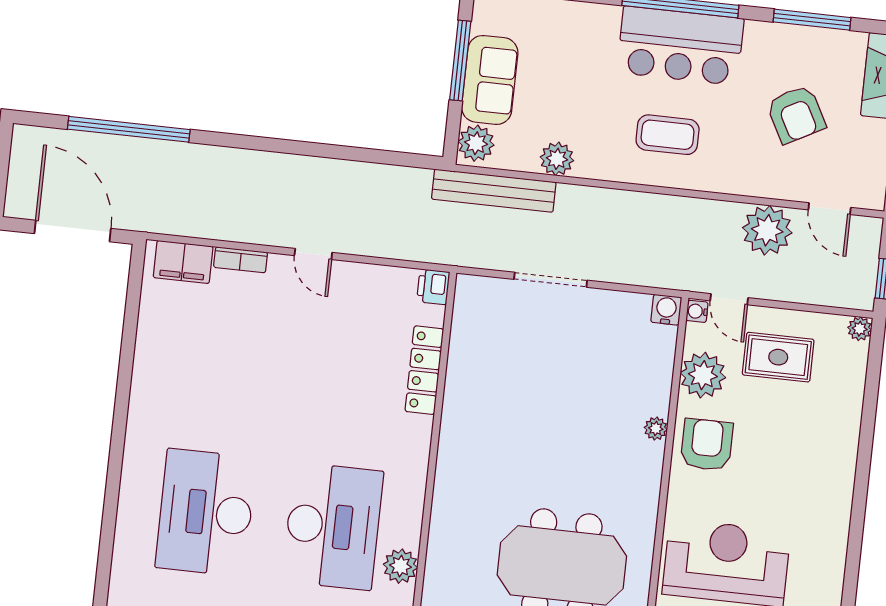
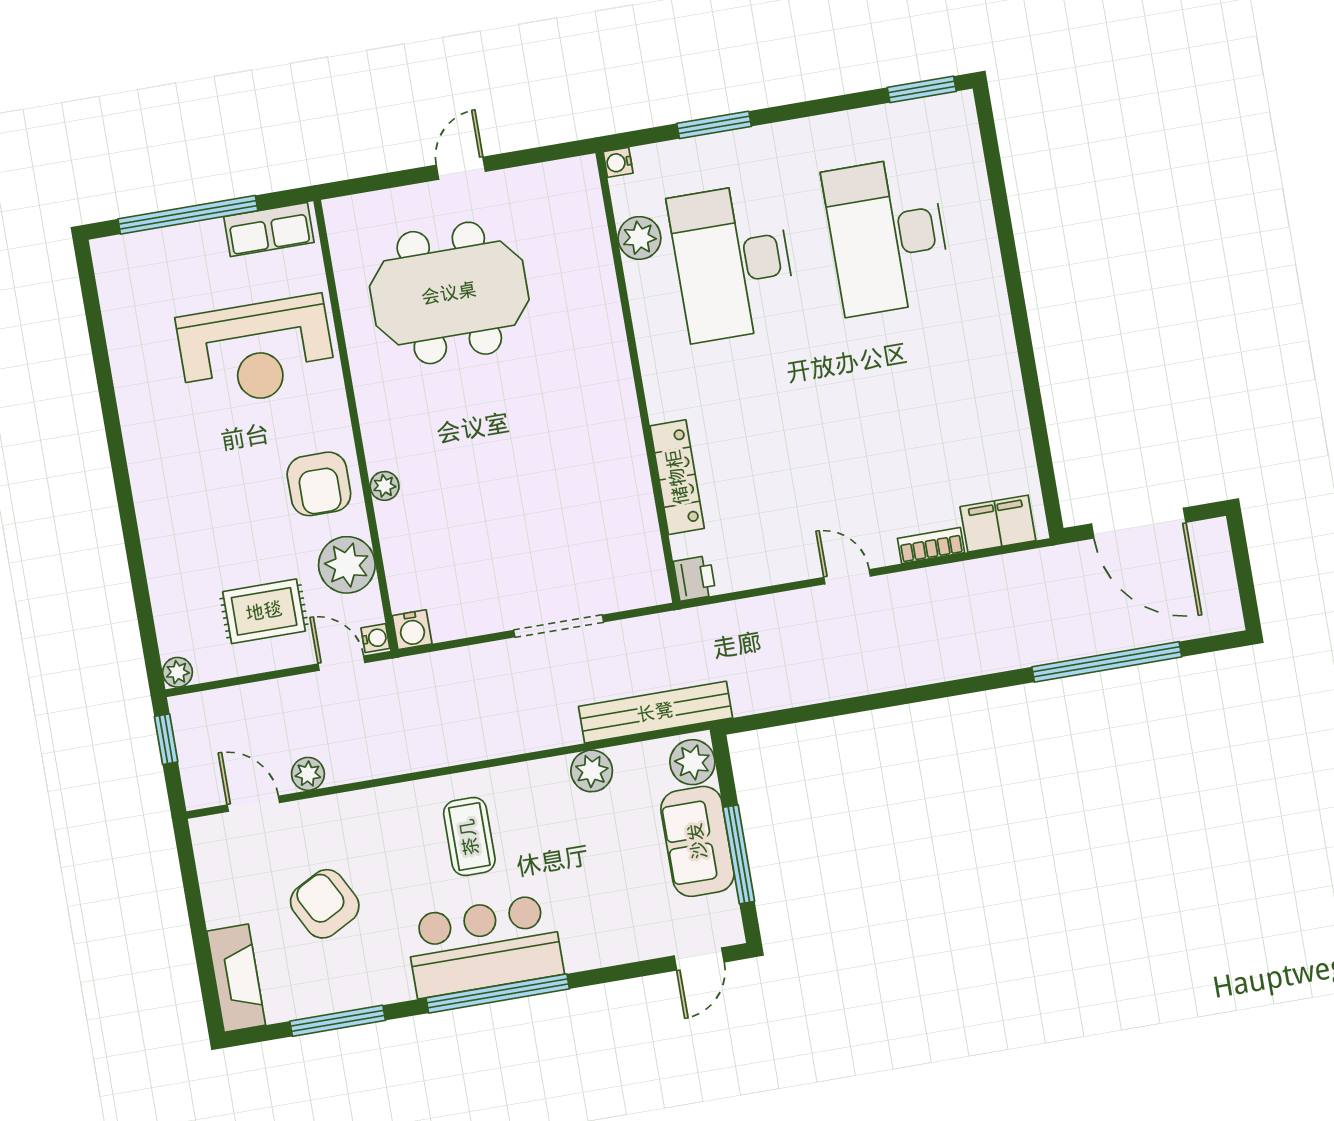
coffee table: (668, 135) -> (469, 837), turned 90
plant: (767, 230) -> (308, 774), width x0.53, depth x0.53
desk: (206, 512) -> (887, 236), turned 180

